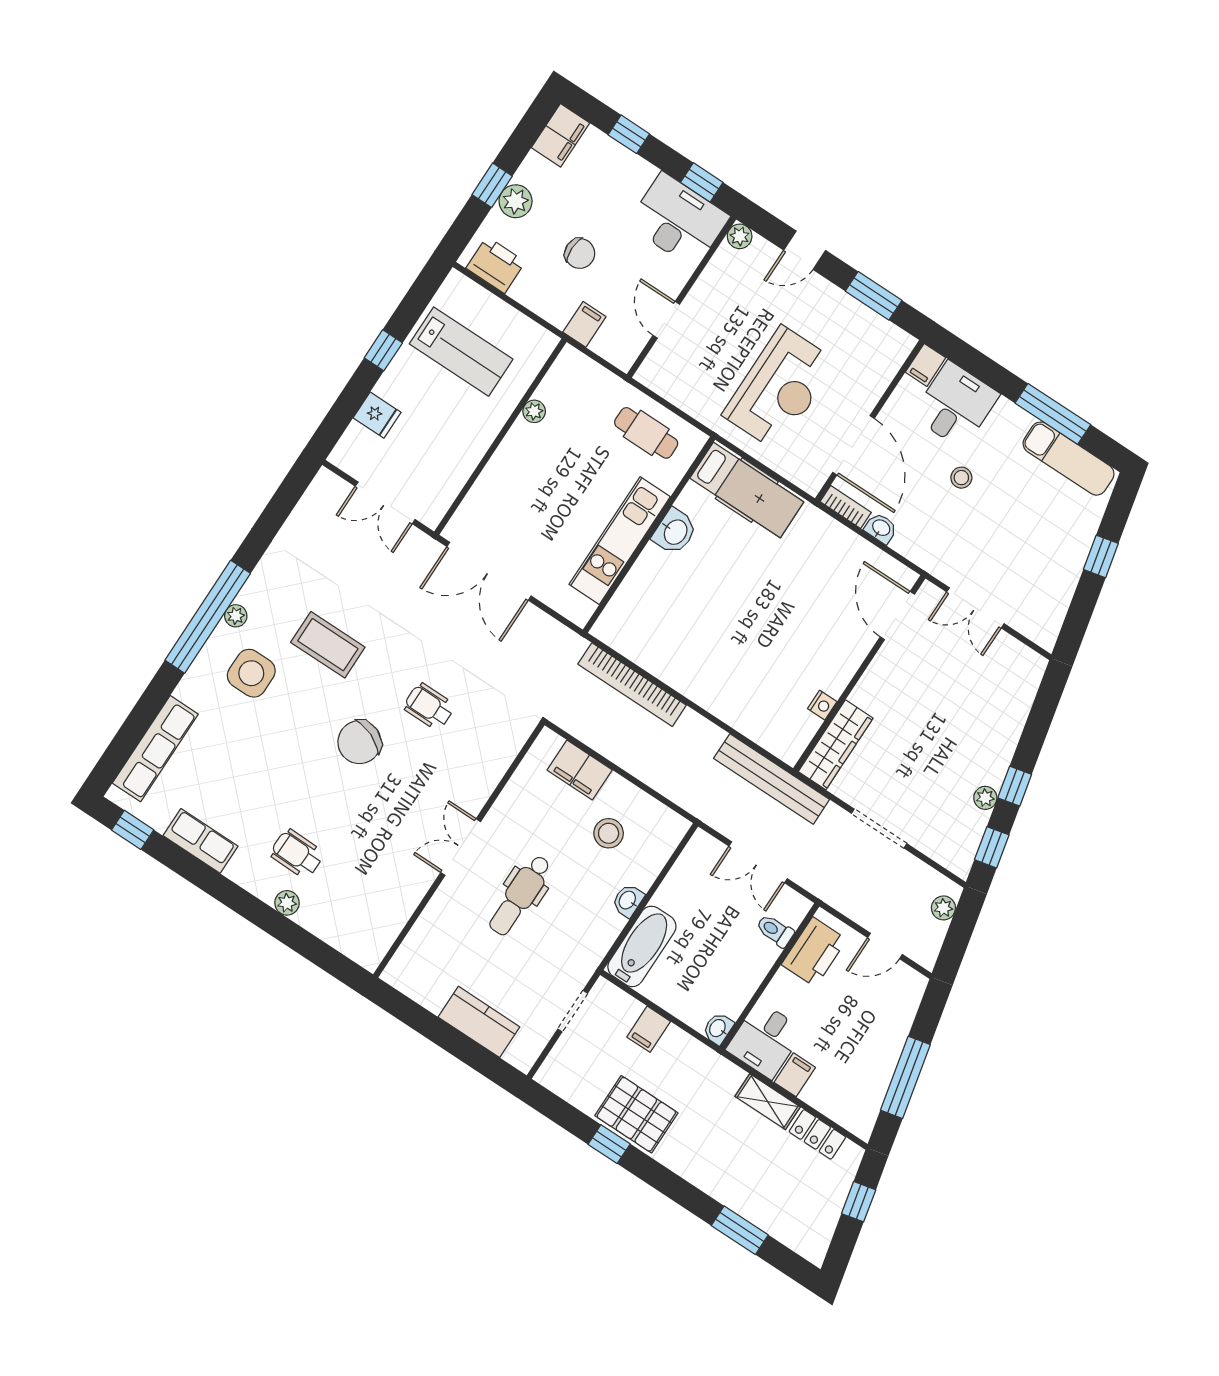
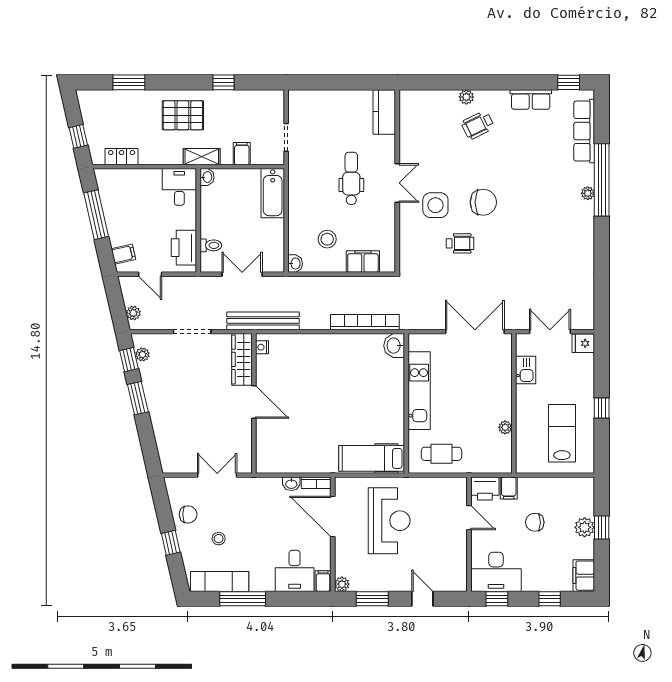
plant: (740, 236) -> (342, 584), moved
door: (805, 250) -> (422, 599), hinge flipped
printer: (496, 265) -> (485, 488), moved
lab bench: (461, 352) -> (562, 433), turned 90
reception desk: (779, 388) -> (389, 521), turned 180
fridge: (377, 415) -> (583, 343), moved
kitchen sink: (454, 472) -> (526, 370), added
stool: (961, 478) -> (219, 539), moved
washbasin: (675, 532) -> (394, 346), moved
chair: (1051, 580) -> (188, 514), added
plant: (236, 616) -> (588, 193), moved
door: (897, 616) -> (254, 402), moved
window: (208, 617) -> (602, 180), moved
coffee table: (328, 645) -> (532, 241), removed
side table: (251, 673) -> (435, 205), moved
nightstand: (822, 705) -> (262, 347), moved
chair: (359, 742) -> (483, 202), turned 67
window: (1015, 786) -> (138, 398), width x1.50
plant: (985, 798) -> (142, 354), moved
wheelchair: (297, 854) -> (478, 125), turned 153
washbasin: (628, 900) -> (295, 264), moved
door: (885, 946) -> (150, 274), swing flipped
kitchen counter: (479, 1022) -> (384, 112), moved, turned 90
filing cabinet: (795, 1075) -> (123, 254), moved, turned -103
shelving: (768, 1102) -> (202, 157), moved
pallet: (636, 1114) -> (183, 115), moved

